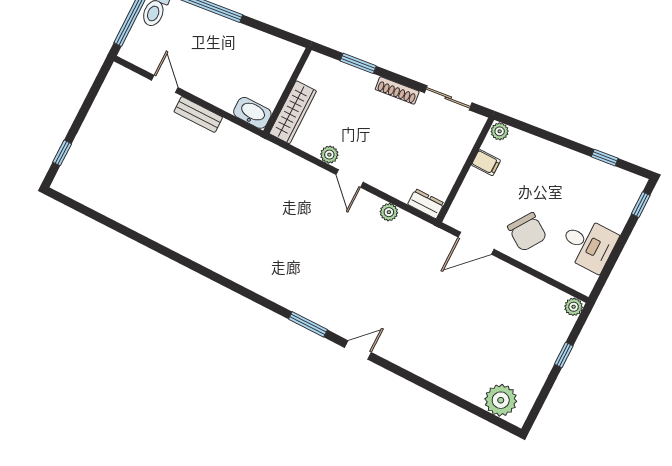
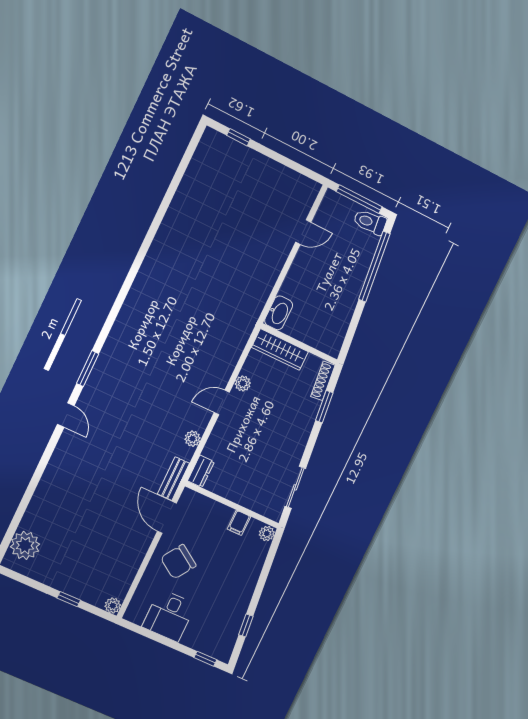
shoe rack: (397, 90) -> (323, 381), moved
bench: (198, 114) -> (173, 479), moved

